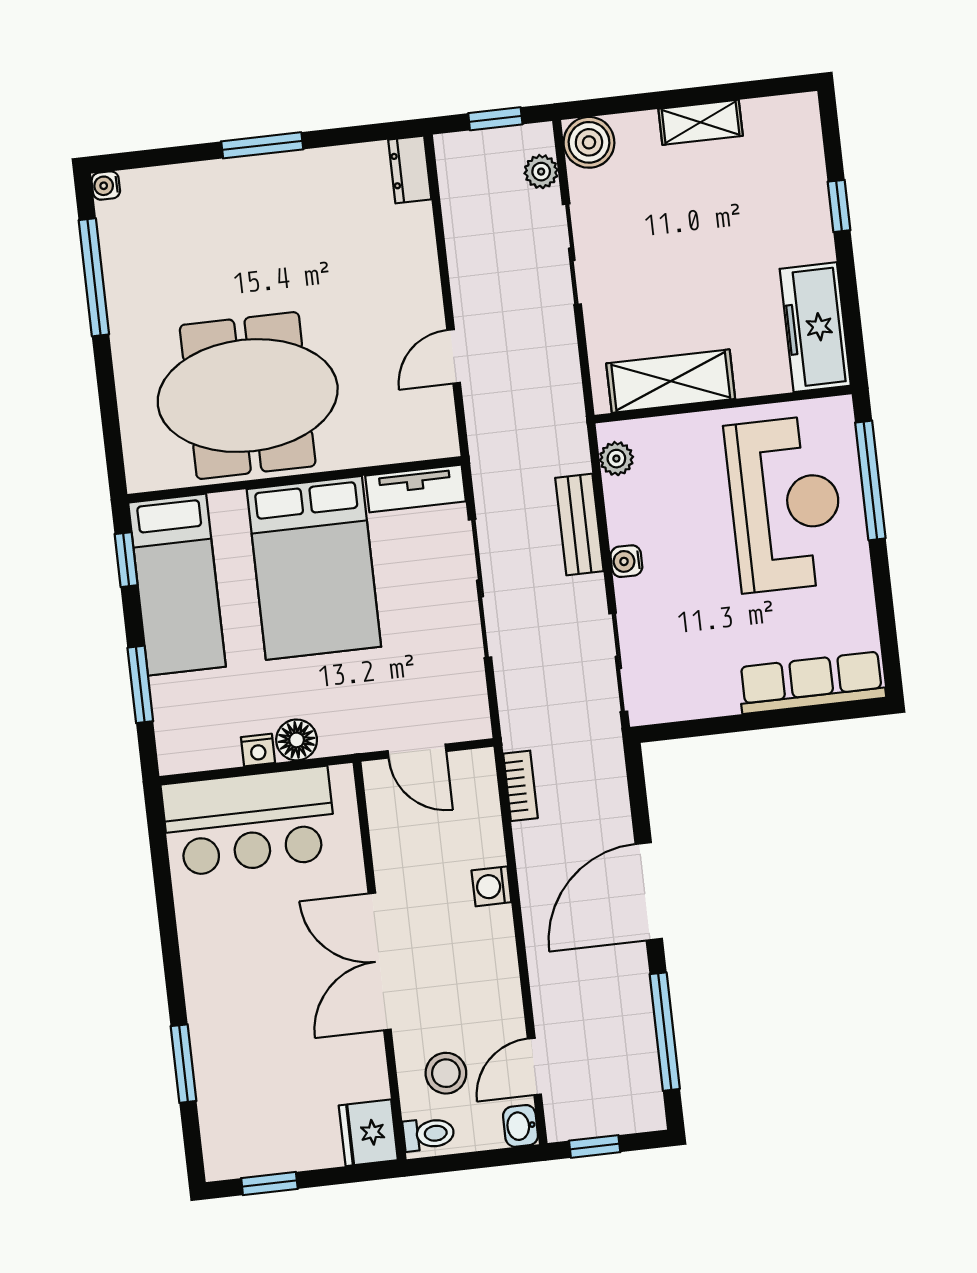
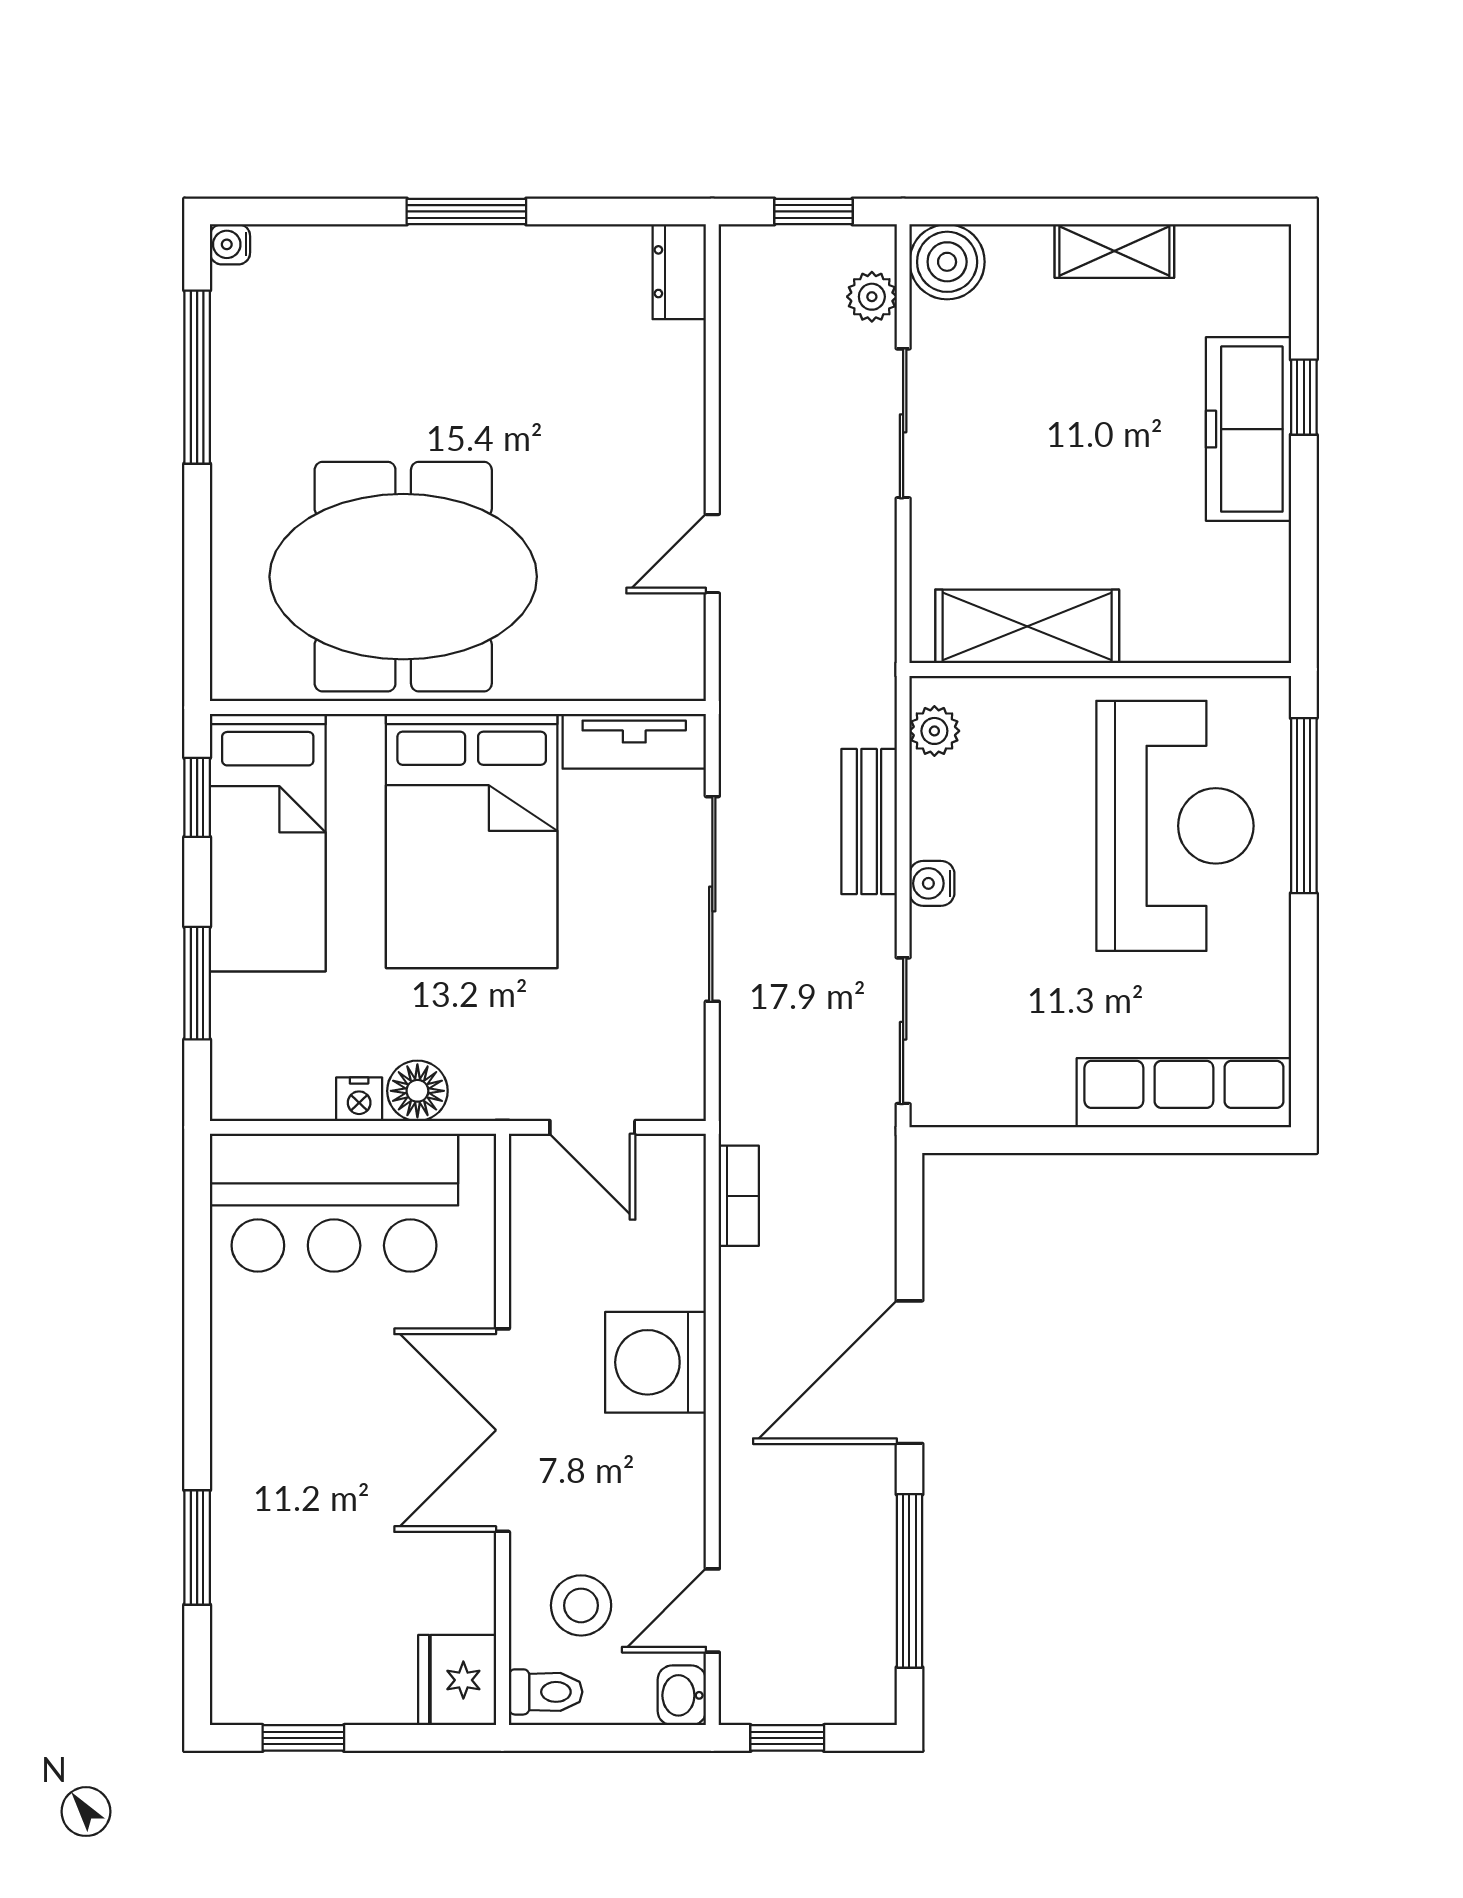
freezer: (815, 327) -> (1248, 429), moved
washing machine: (491, 886) -> (656, 1362), width x1.89, depth x1.89

